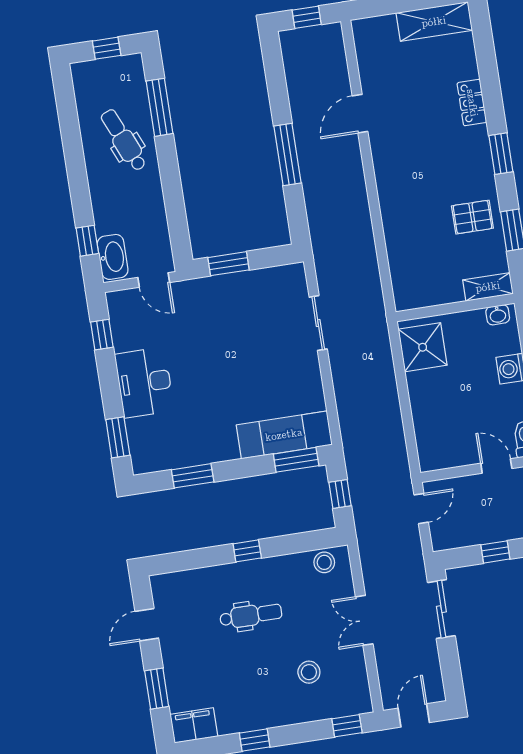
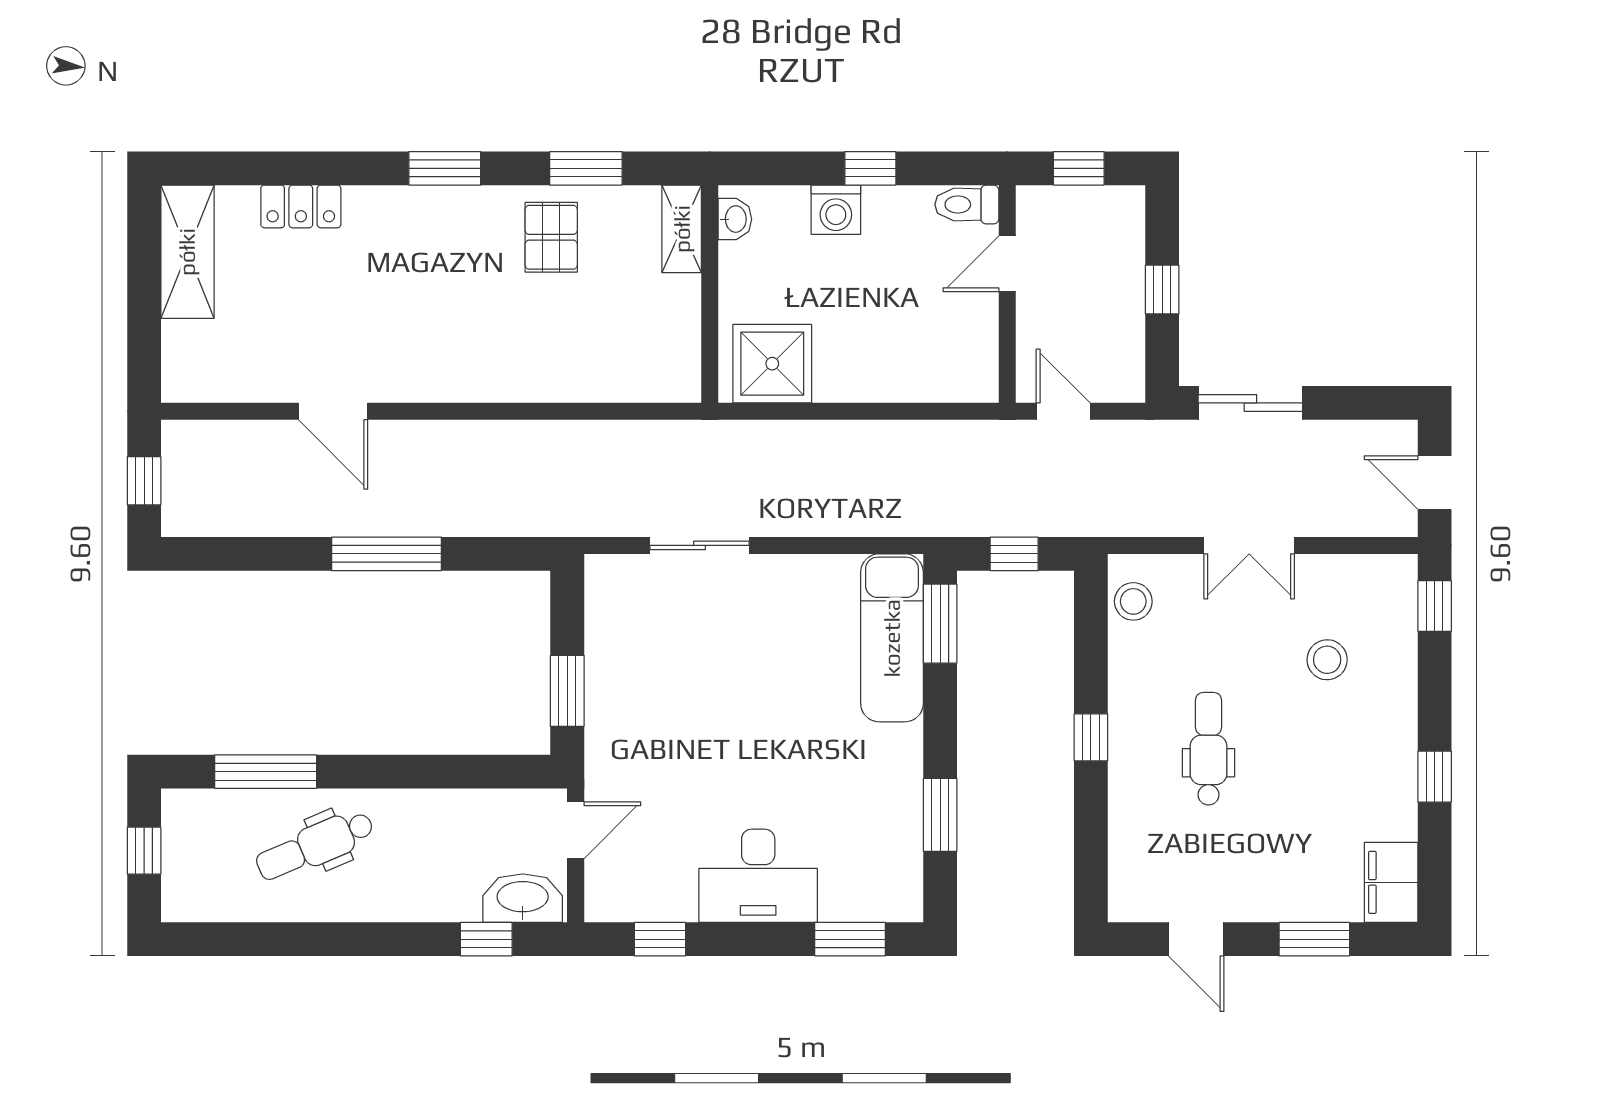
locker: (472, 103) -> (301, 206), moved

